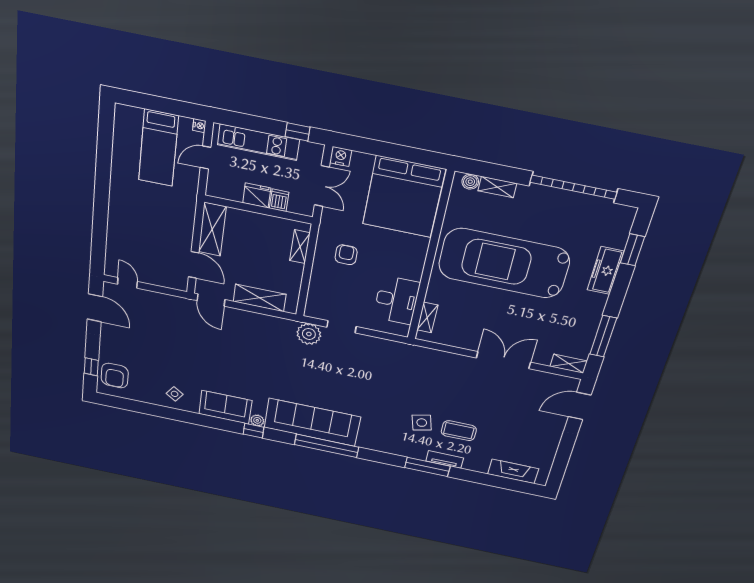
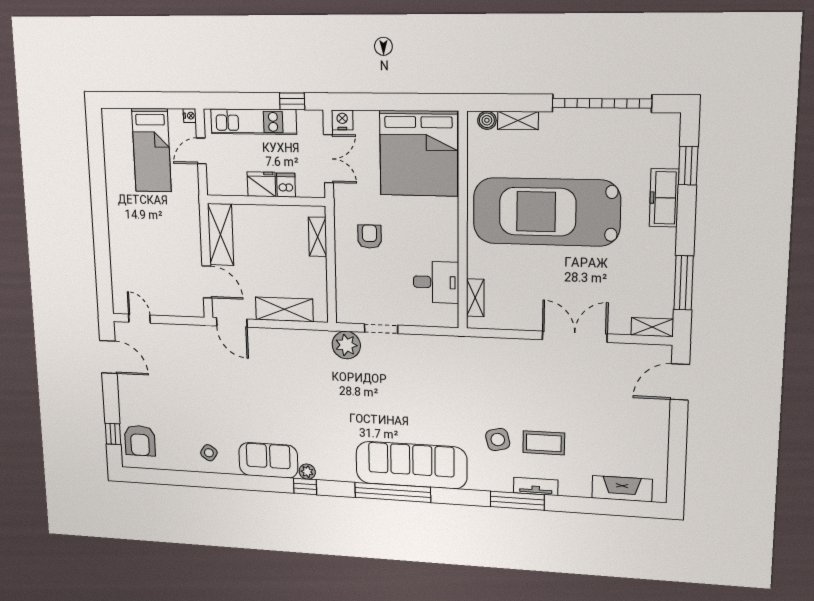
desk: (396, 300) -> (436, 282), width x0.73
sofa: (312, 422) -> (411, 465), moved

